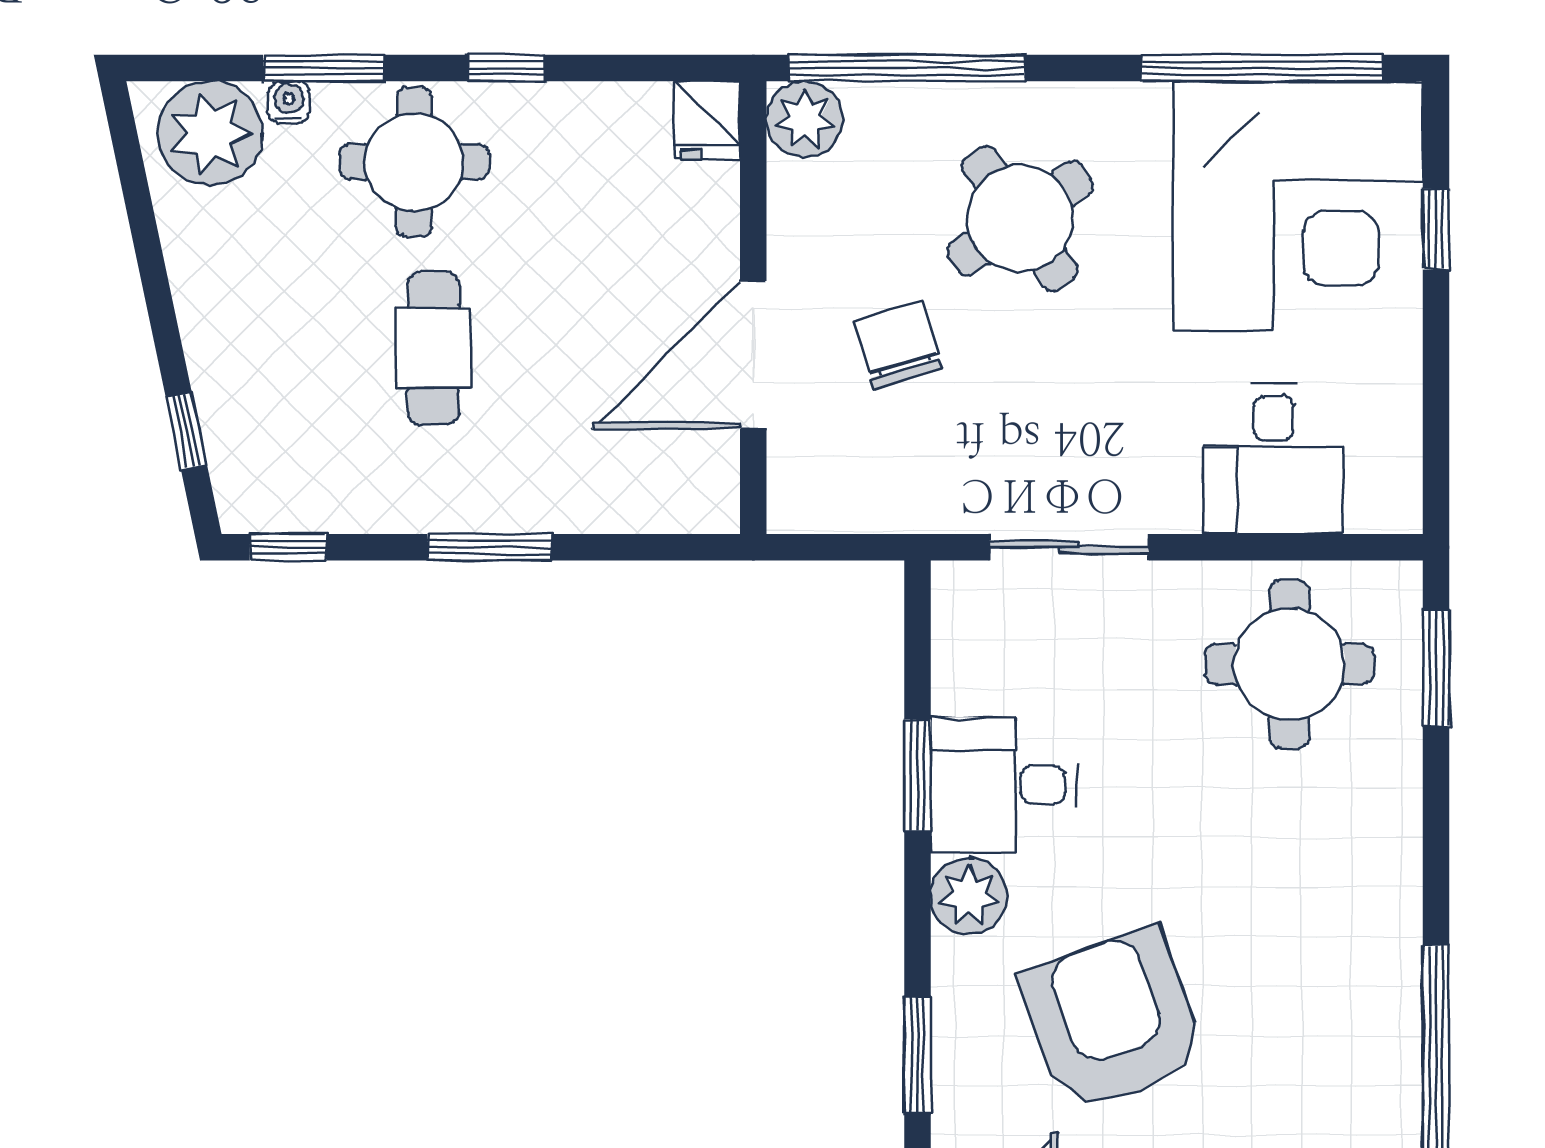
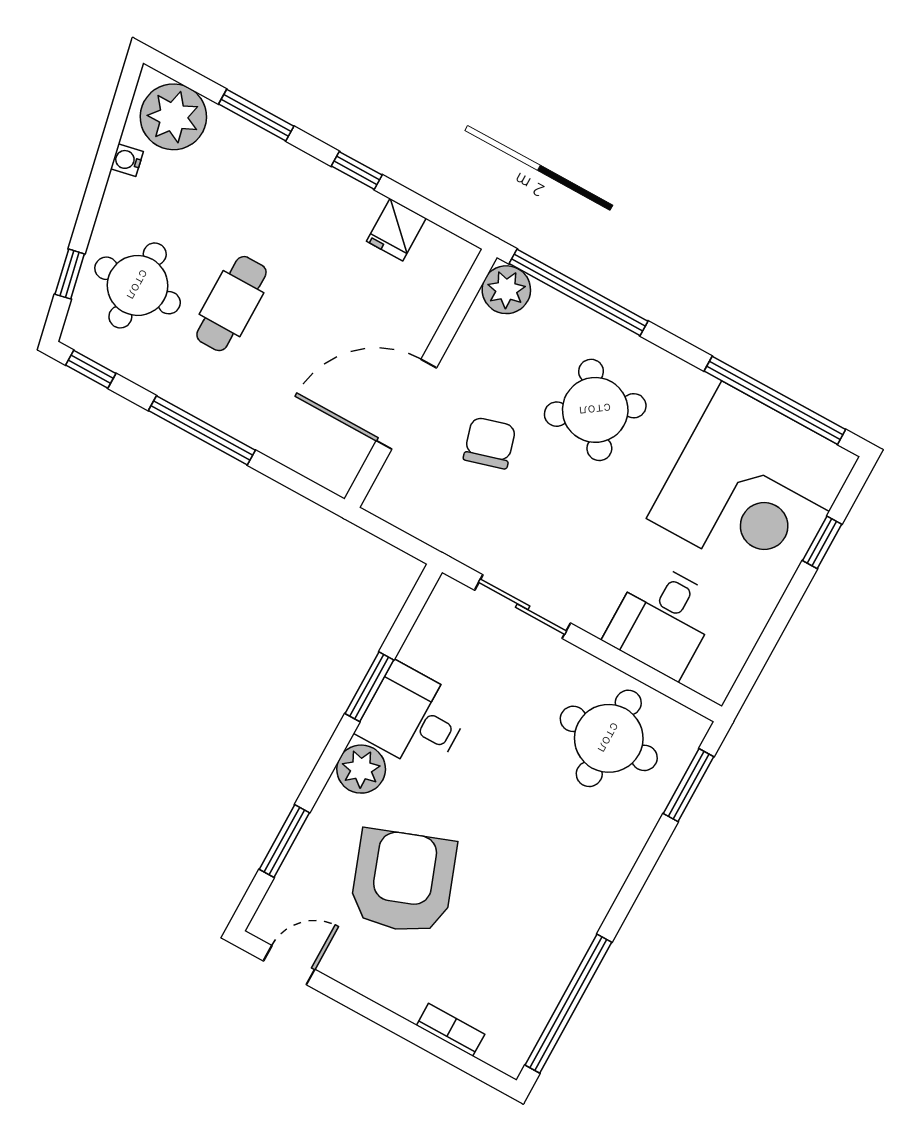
water cooler: (289, 102) -> (127, 160), moved, turned -102
fridge: (708, 120) -> (396, 230), moved
round table: (414, 162) -> (138, 285), moved
window: (489, 547) -> (202, 430), width x1.44

